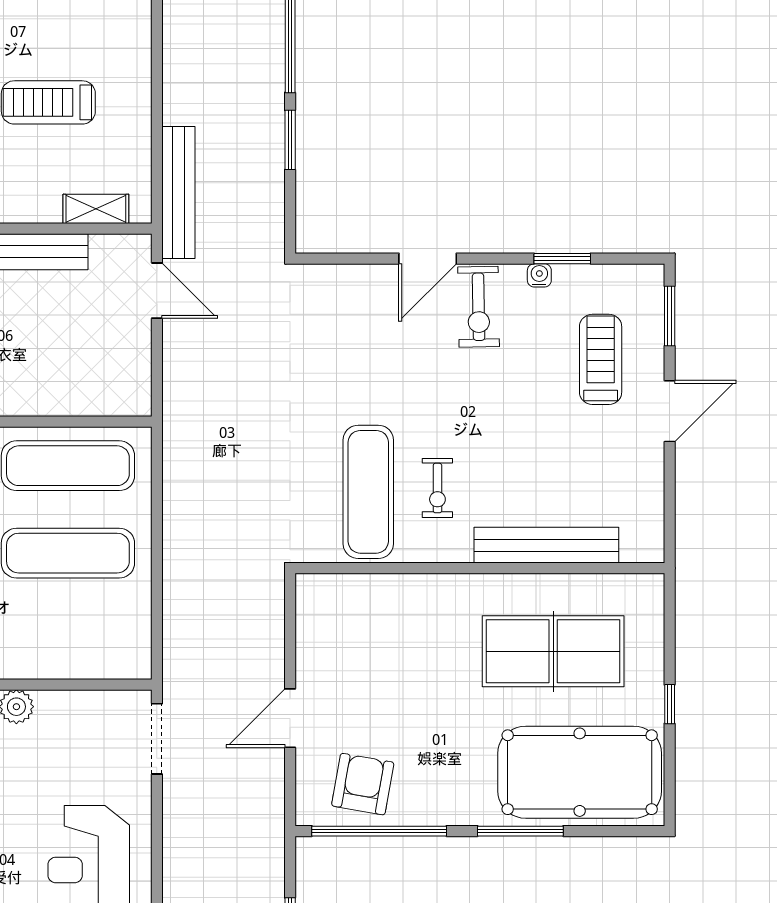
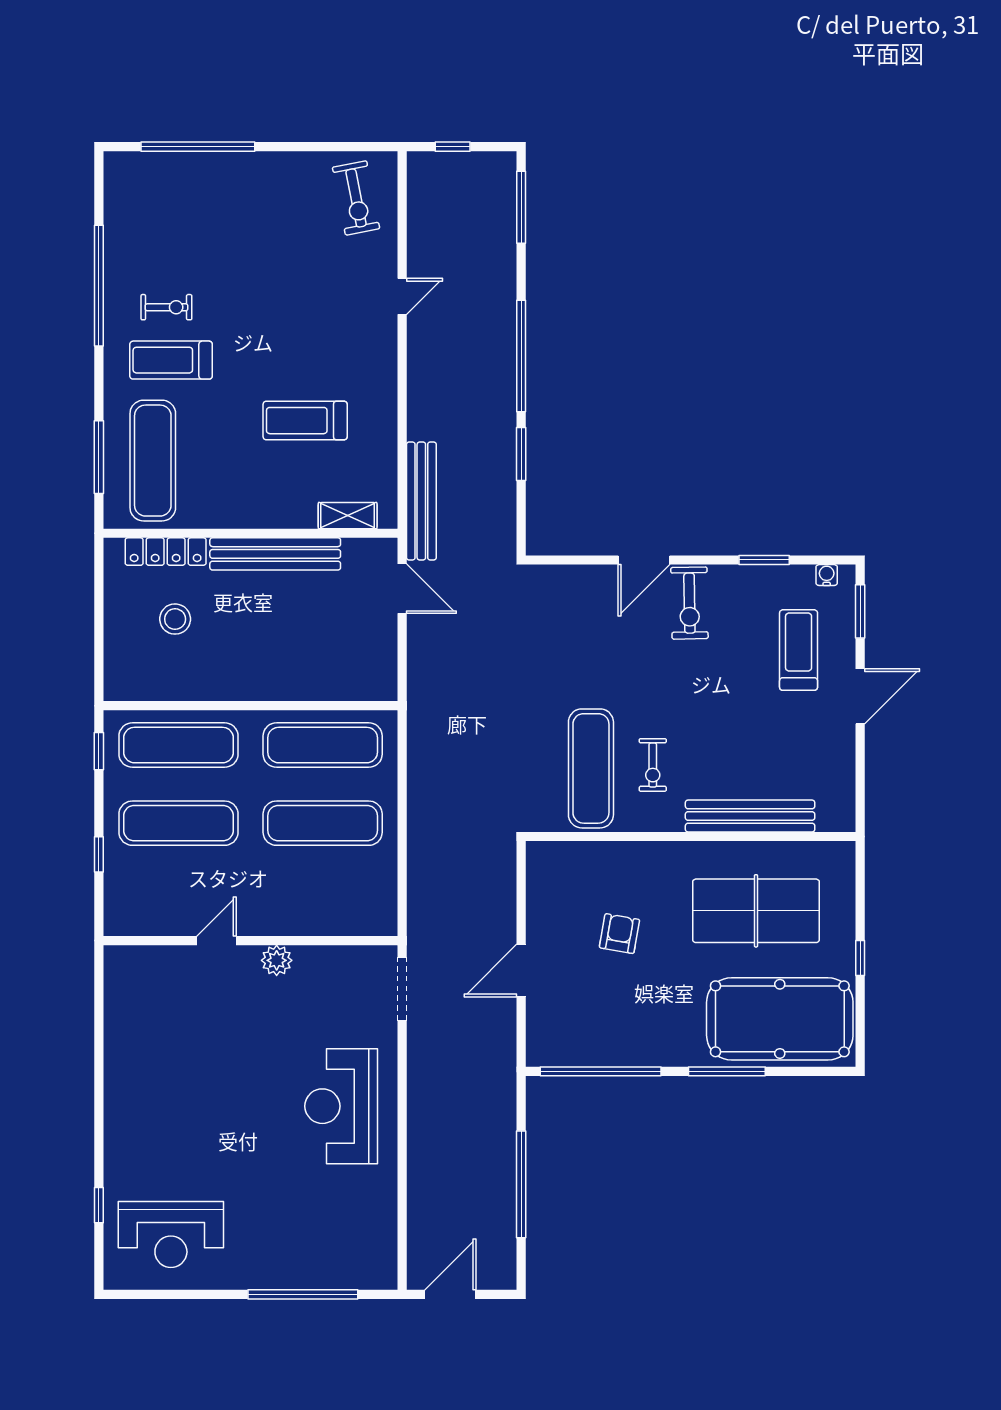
water cooler: (539, 275) -> (827, 575), moved
armchair: (363, 784) -> (619, 934), moved, width x0.72, depth x0.72

